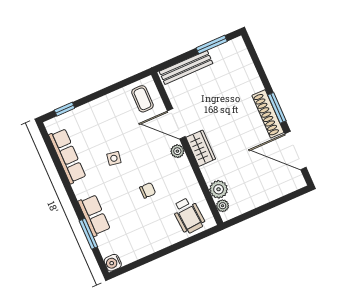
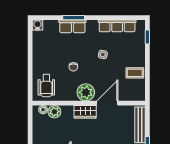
coffee table: (142, 99) -> (135, 73), moved
plant: (177, 151) -> (86, 92), width x1.88, depth x1.88
wheelchair: (188, 215) -> (46, 86), turned -86
window: (88, 234) -> (74, 18), moved

